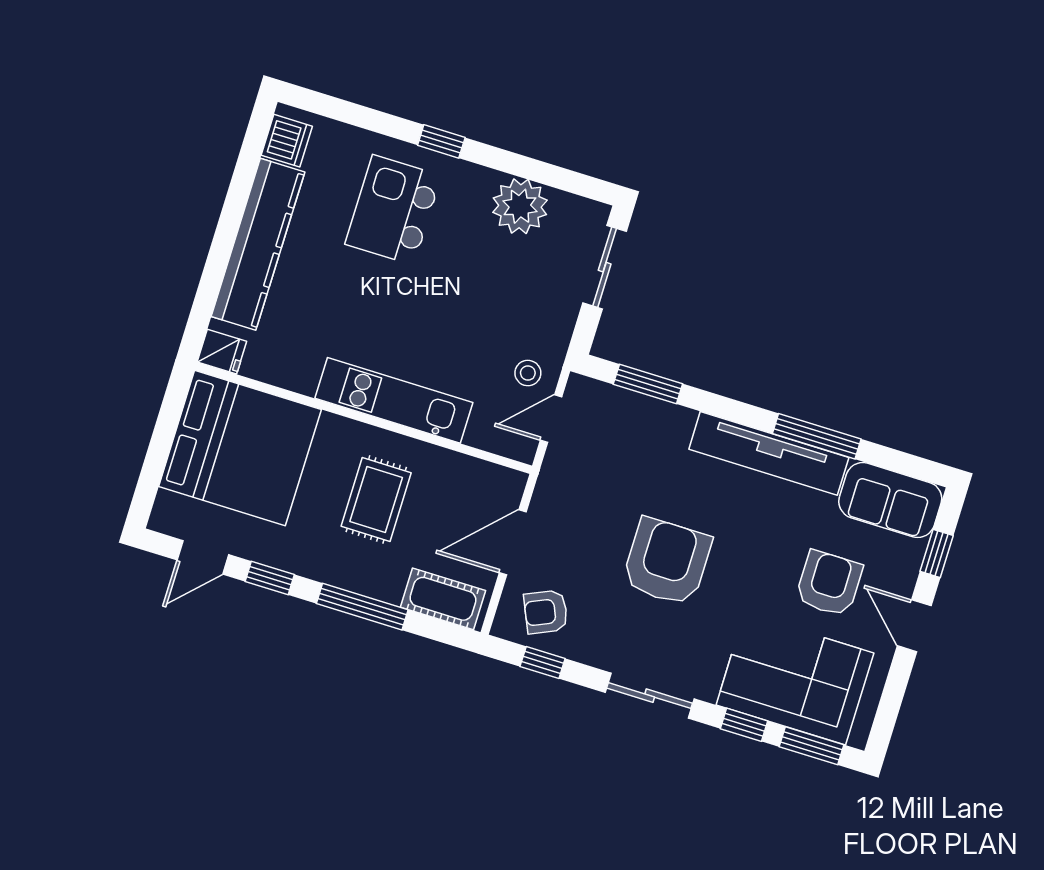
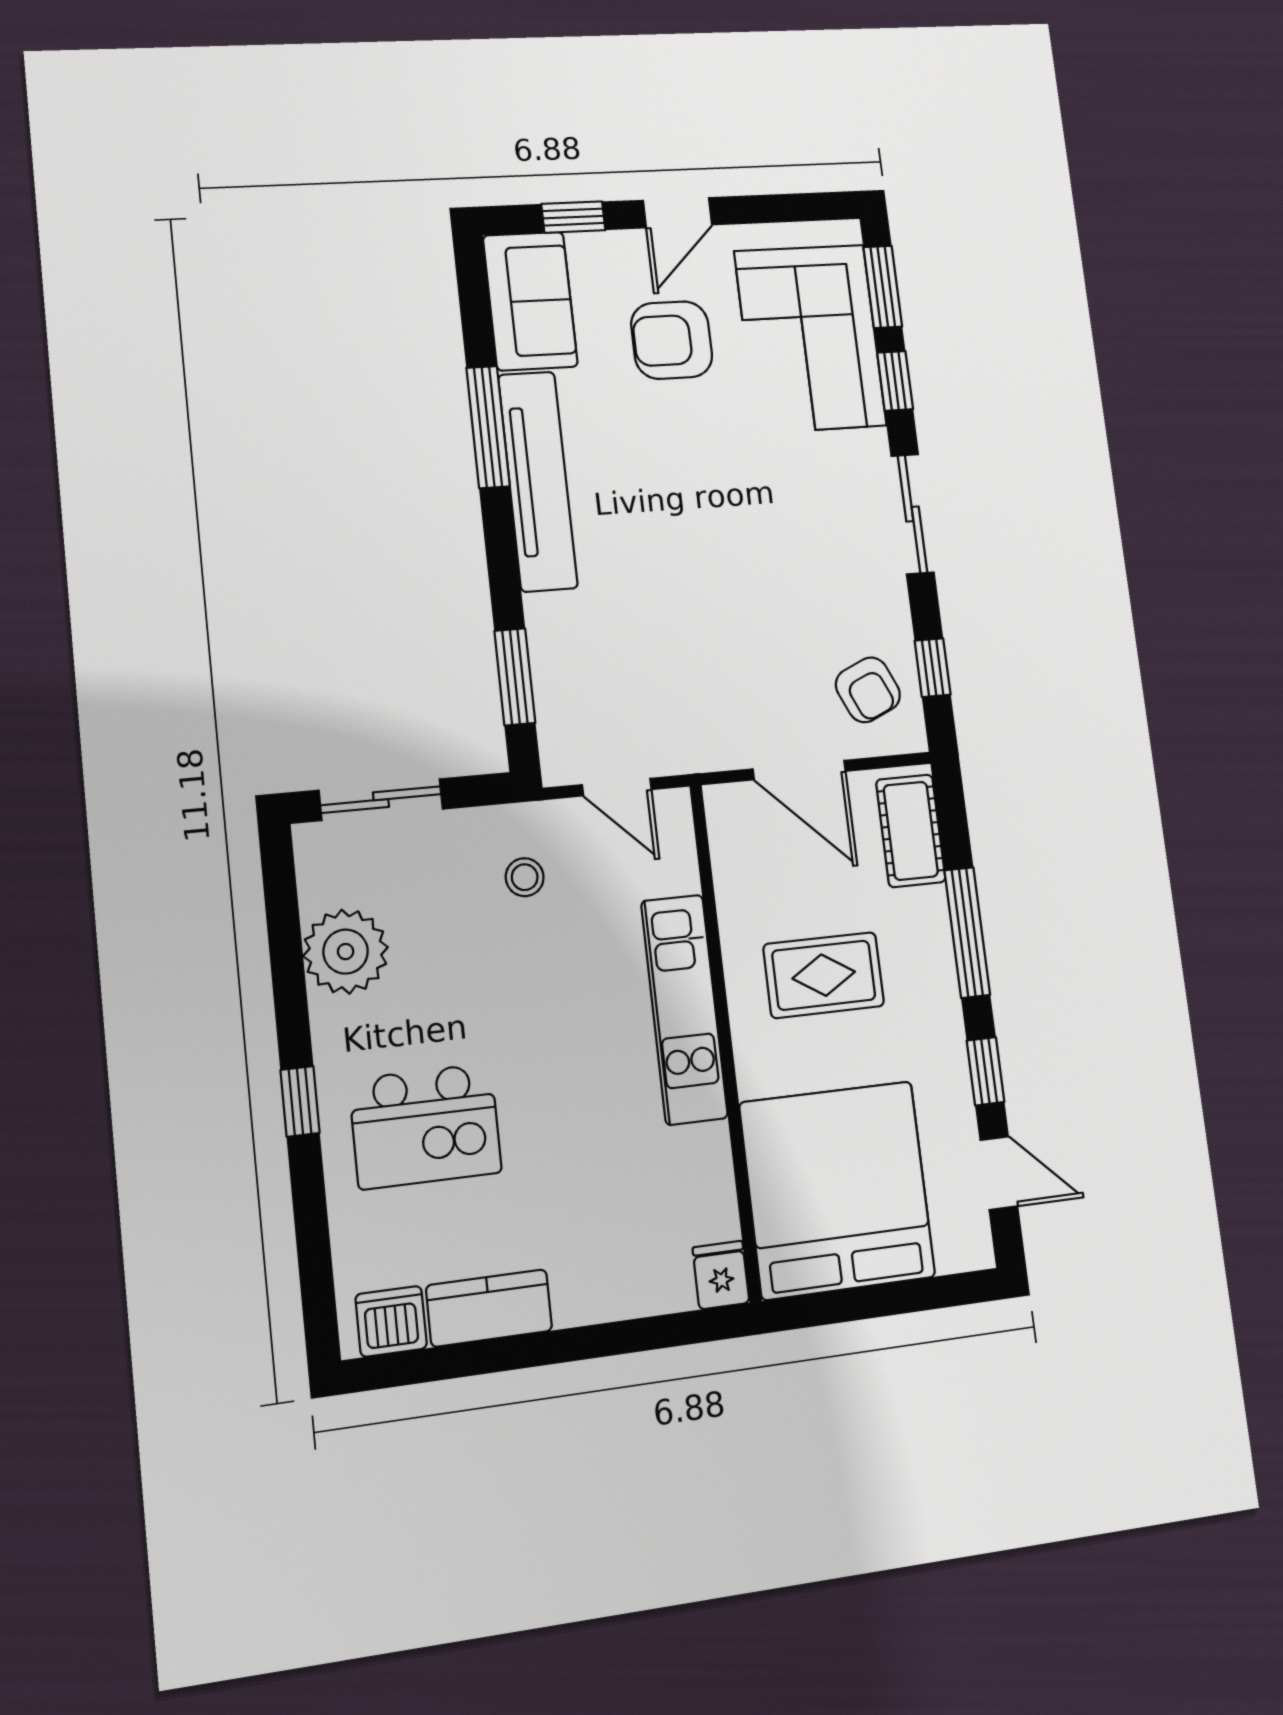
kitchen counter: (258, 244) -> (489, 1308), width x0.48, depth x0.86
stool: (528, 373) -> (525, 877), moved
armchair: (667, 562) -> (736, 559), removed

